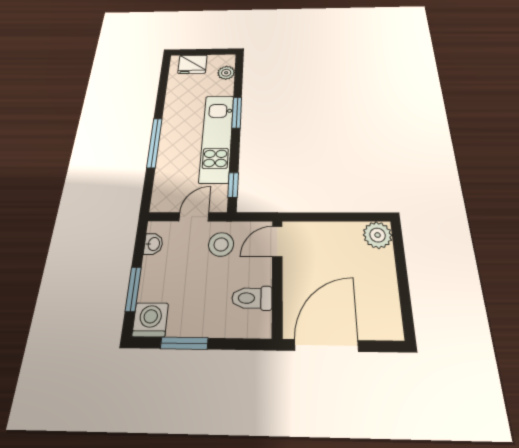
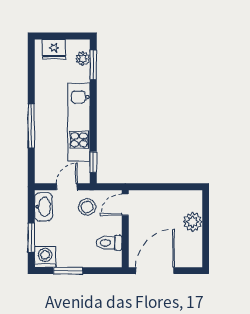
window: (237, 113) -> (93, 65), moved
plant: (378, 235) -> (193, 222), moved
washbasin: (153, 244) -> (43, 207), width x1.91, depth x1.45

